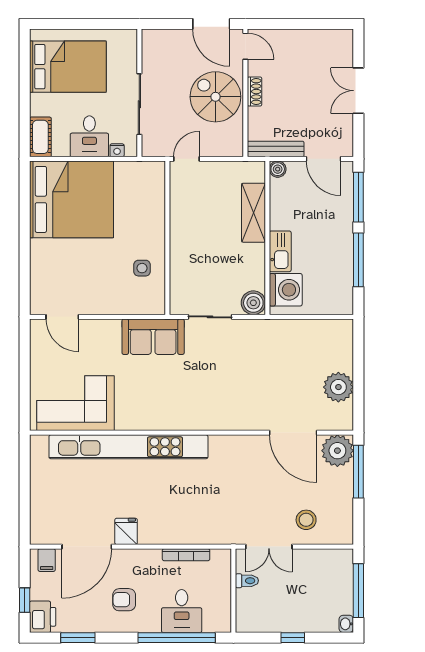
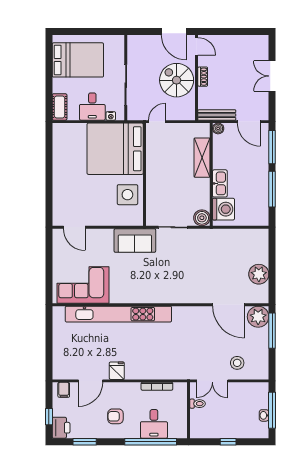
bed: (71, 199) -> (115, 149), moved, turned 180
side table: (142, 268) -> (127, 195), width x1.87, depth x1.87
door: (87, 547) -> (90, 381), width x0.73
washbasin: (346, 624) -> (264, 415), moved

